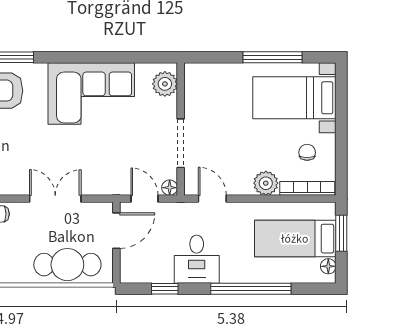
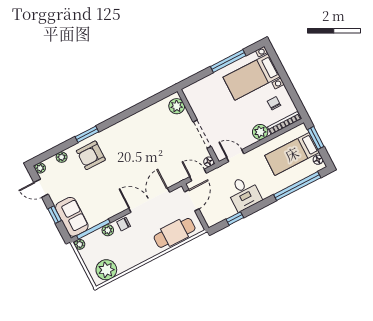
corner sofa: (91, 93) -> (139, 132), removed
double door: (55, 199) -> (149, 200), width x1.37
window: (251, 289) -> (297, 186), moved

